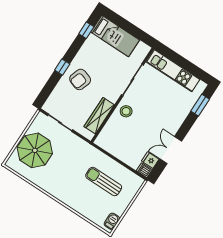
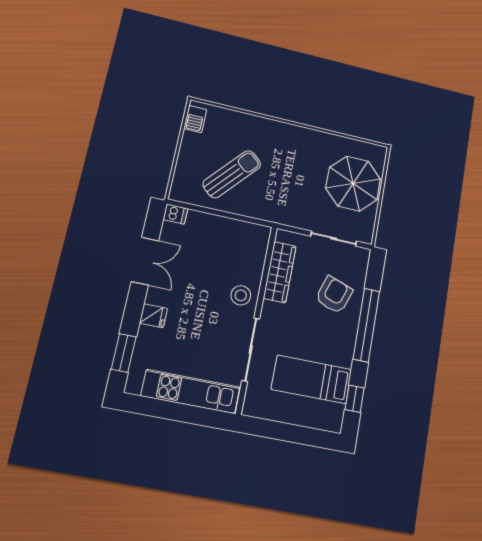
bed: (115, 36) -> (312, 379), moved
window: (62, 67) -> (366, 325), width x3.17
armchair: (80, 79) -> (334, 295), moved
fridge: (150, 160) -> (153, 316), moved
sun lounger: (104, 181) -> (232, 174), turned -49

